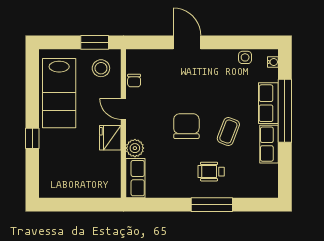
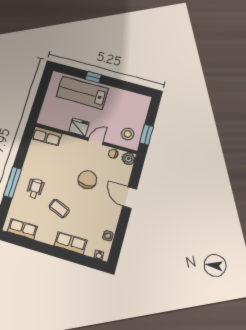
door: (187, 42) -> (130, 198), swing flipped
lab bench: (59, 93) -> (82, 93), moved
window: (285, 111) -> (62, 253), removed
chair: (186, 126) -> (87, 180), moved, turned -90
row of seats: (269, 144) -> (22, 229), moved
plant: (135, 148) -> (128, 159), moved

